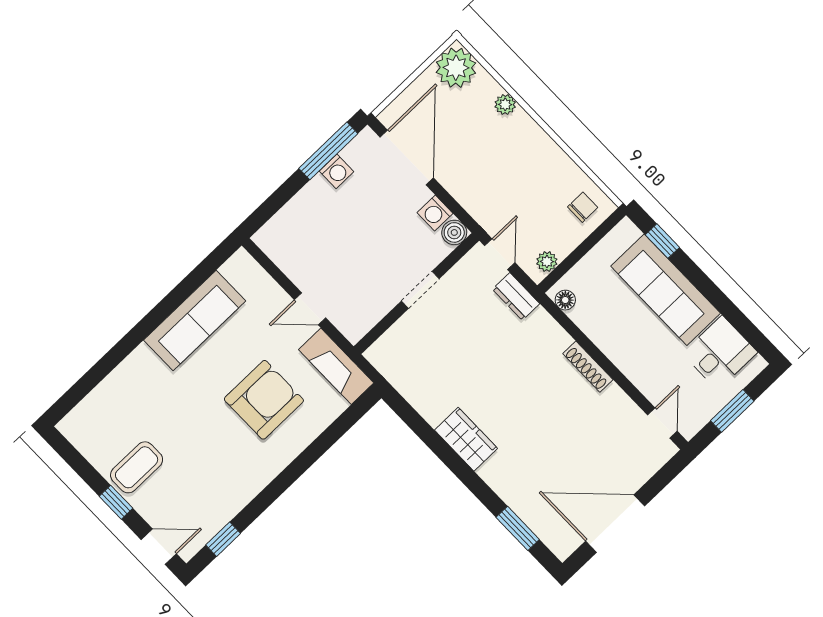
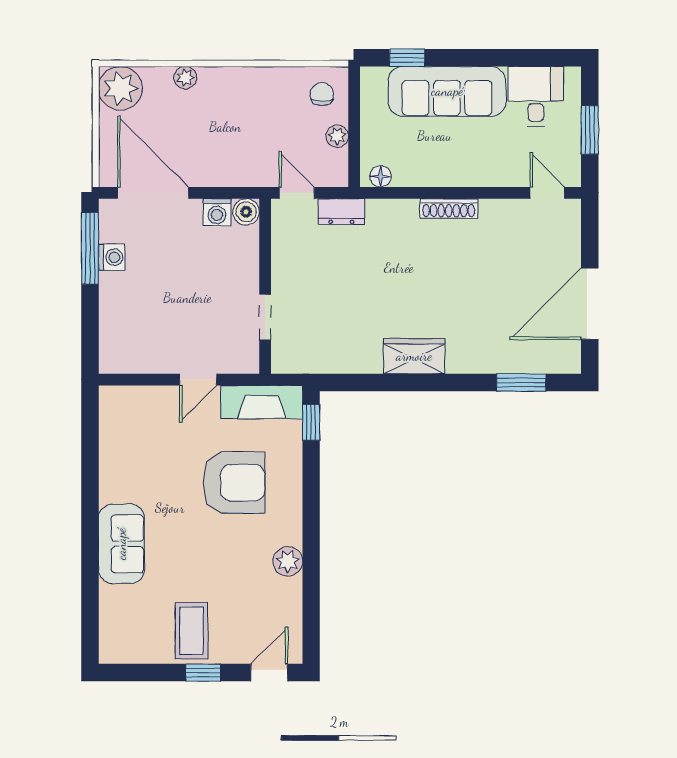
plant: (547, 262) -> (337, 136), moved
doorway: (420, 290) -> (265, 317), moved
sofa: (195, 321) -> (121, 544), moved, width x0.73
armchair: (264, 400) -> (234, 483), turned 90
plant: (246, 487) -> (288, 561), added
window: (223, 539) -> (311, 422), moved

